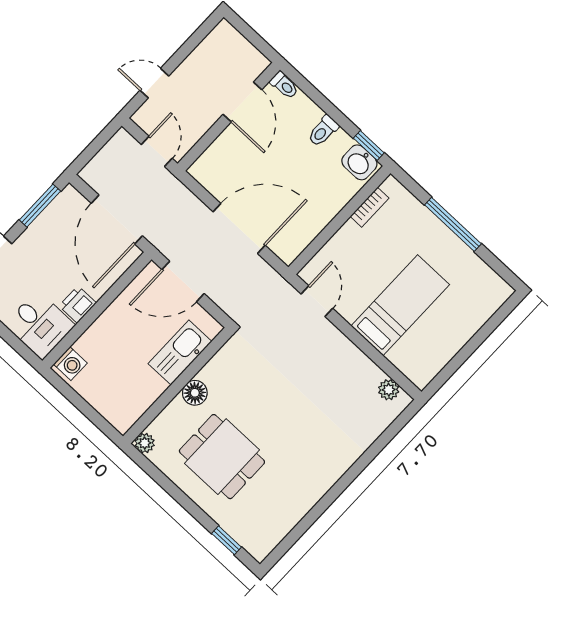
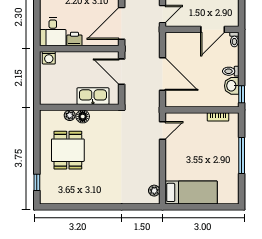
washbasin: (359, 162) -> (232, 86), moved
bed: (400, 305) -> (191, 192), moved
plant: (145, 443) -> (70, 115), moved

